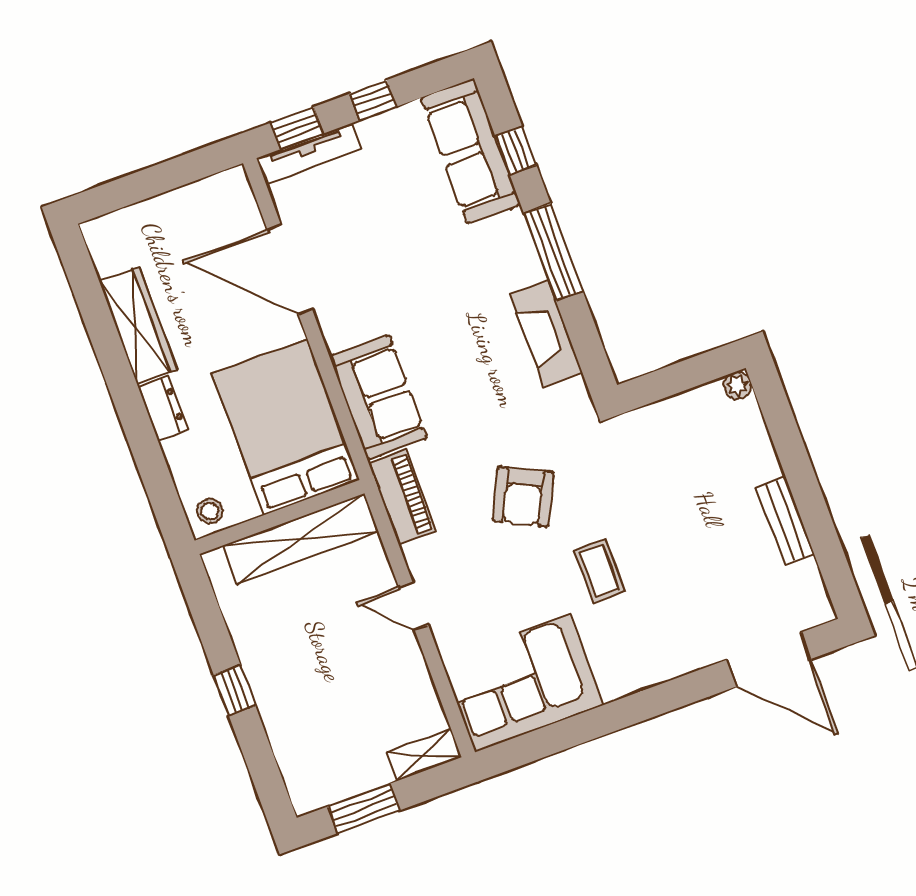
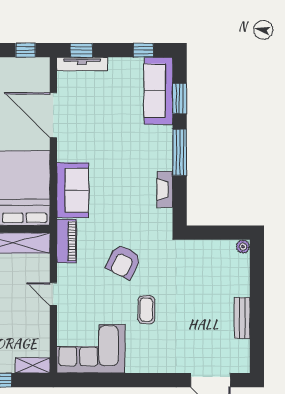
window: (373, 100) -> (143, 50), moved
window: (516, 151) -> (180, 99), width x1.50
window: (193, 167) -> (26, 50), added
fireplace: (546, 334) -> (165, 189), width x0.73, depth x0.76

